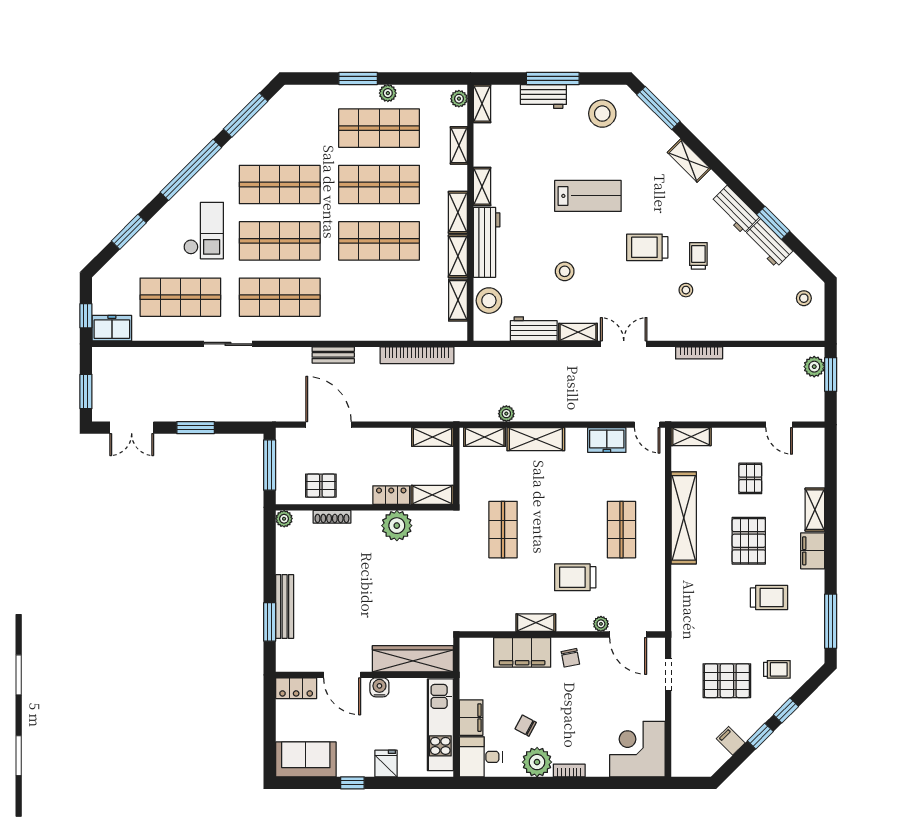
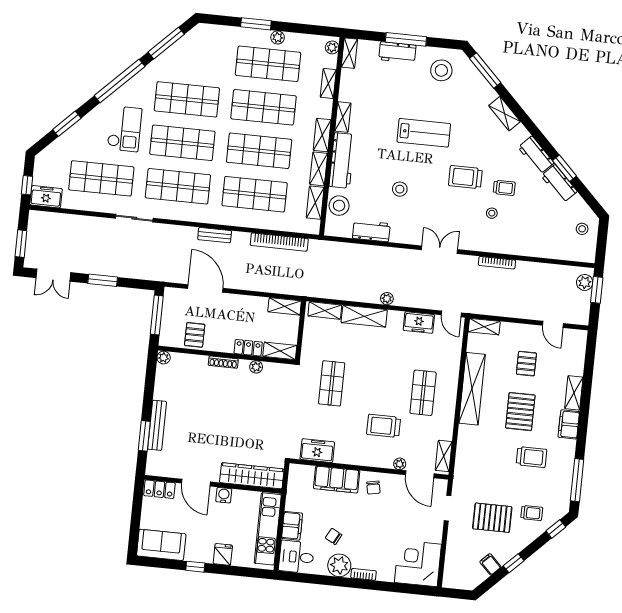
trolley: (698, 256) -> (504, 188), turned 90
shop shelf: (379, 297) -> (255, 194), added
shelving: (578, 332) -> (405, 237), removed
plant: (506, 414) -> (387, 299), moved
pallet: (321, 486) -> (195, 335), turned 90
shoe rack: (332, 517) -> (223, 362), moved
plant: (397, 526) -> (256, 367), width x0.53, depth x0.53
freezer: (493, 618) -> (317, 451), added
shelving: (536, 623) -> (444, 456), moved, turned 90
window: (786, 711) -> (556, 529), moved

